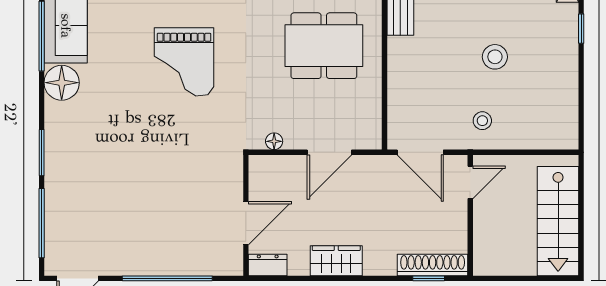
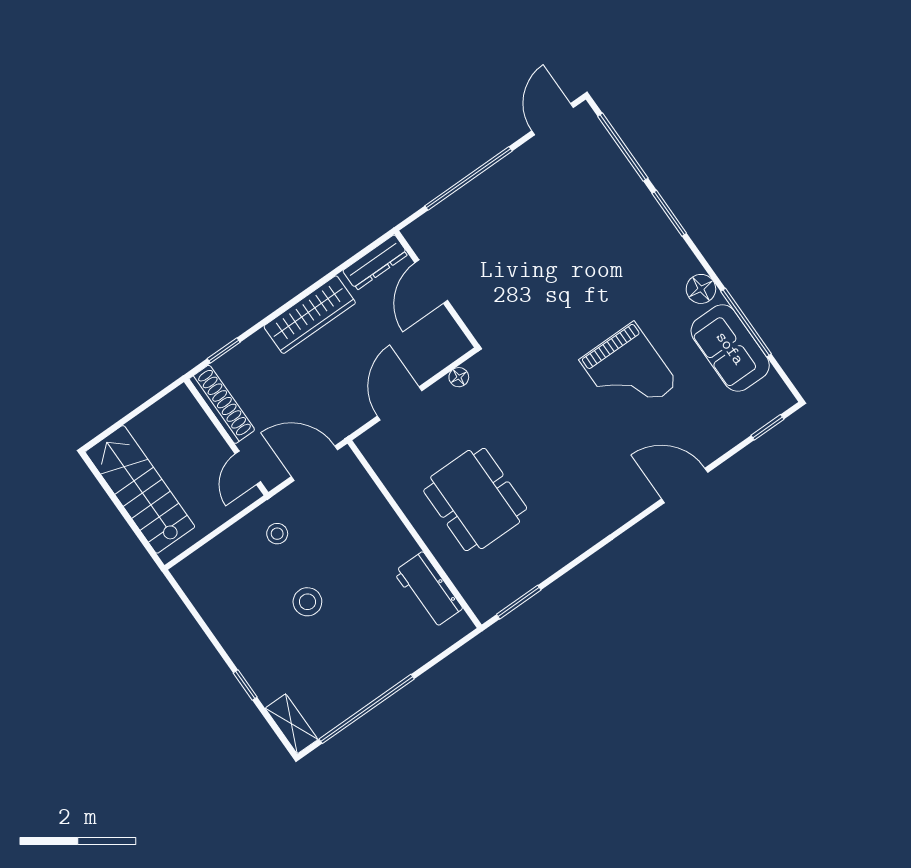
dining table: (324, 46) -> (475, 500), turned 90
grand piano: (184, 62) -> (629, 372), moved, turned 180
floor lamp: (62, 83) -> (701, 289), width x0.73, depth x0.73
wardrobe: (336, 261) -> (310, 315), width x1.50
dresser: (268, 265) -> (375, 263), width x1.44
shoe rack: (433, 265) -> (222, 404), moved, turned -90

